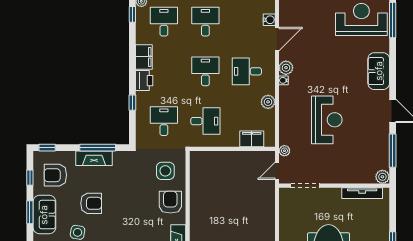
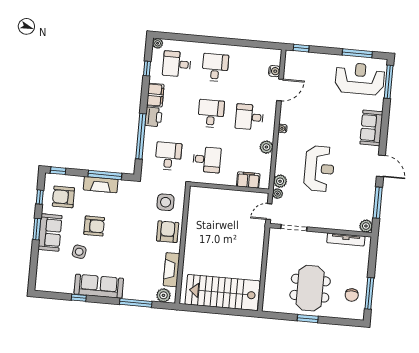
window: (132, 14) -> (147, 68), moved
desk: (164, 22) -> (177, 64), turned -90
plant: (286, 68) -> (280, 181), moved
window: (132, 103) -> (141, 136), width x3.17

